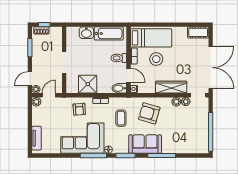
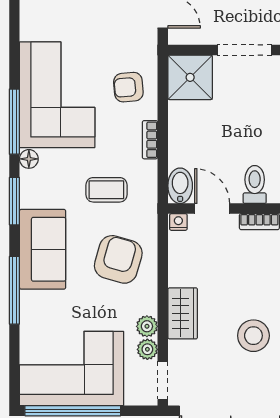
stool: (156, 59) -> (253, 336), moved
door: (129, 75) -> (212, 209), swing flipped
shower: (88, 84) -> (190, 77), moved
wardrobe: (171, 87) -> (183, 313), width x0.67
corner sofa: (193, 132) -> (72, 368), added

